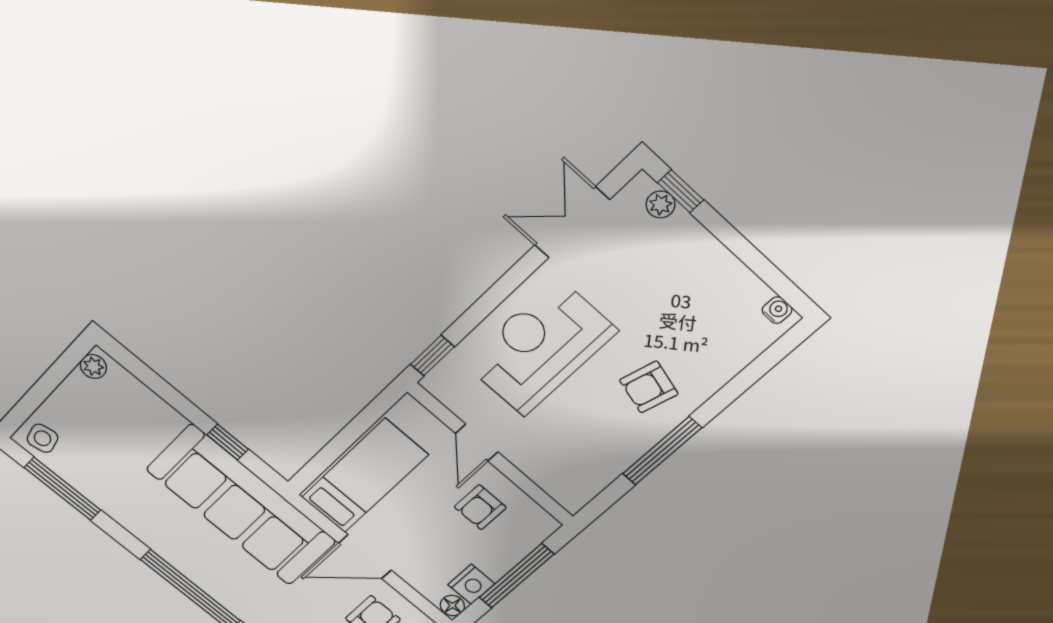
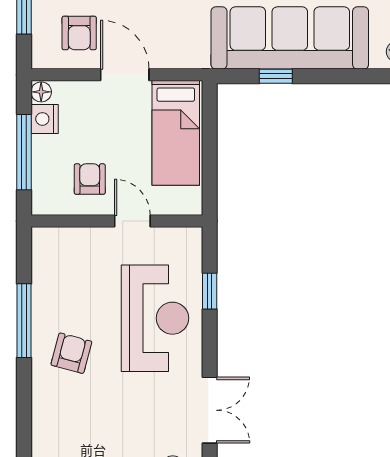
window: (432, 356) -> (210, 291), moved
sofa: (241, 506) -> (290, 38), moved
door: (365, 557) -> (125, 75), hinge flipped

